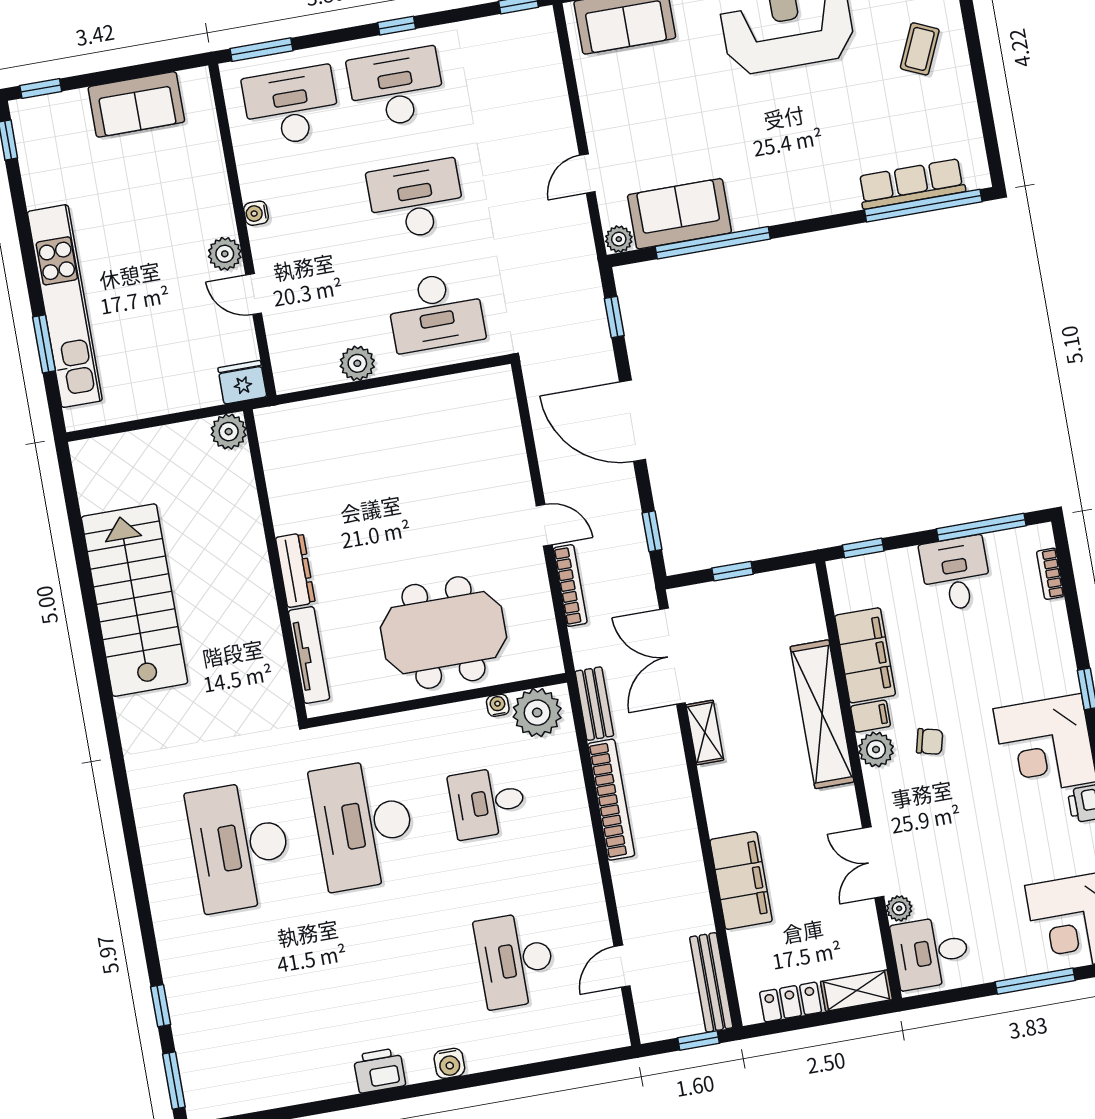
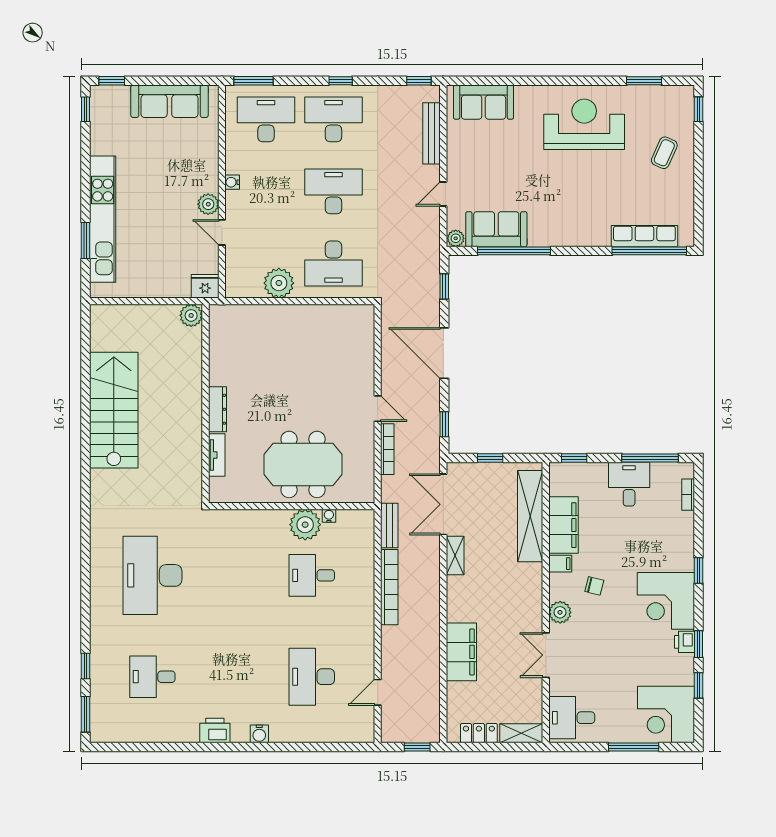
sofa: (136, 104) -> (169, 101), width x1.36
plant: (357, 363) -> (279, 283), width x1.36, depth x1.36
tv unit: (309, 655) -> (217, 455), width x0.71
plant: (537, 713) -> (305, 525), moved
shelving: (822, 714) -> (530, 516), moved
plant: (876, 749) -> (560, 612), moved
desk: (364, 824) -> (152, 677), moved, width x0.53, depth x0.77
plant: (899, 908) -> (557, 687), removed
bench: (711, 982) -> (432, 133), moved

